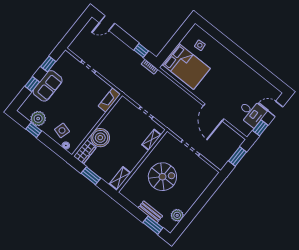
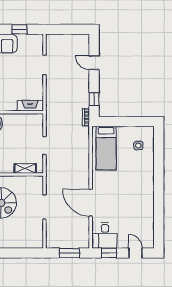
door: (107, 23) -> (94, 63), moved
bed: (186, 66) -> (106, 148), width x0.67
door: (214, 112) -> (91, 203), hinge flipped
desk: (252, 113) -> (105, 235), moved

